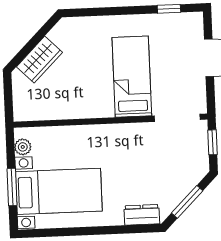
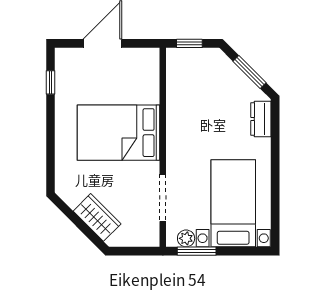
bed: (132, 77) -> (119, 133), width x1.50
doorway: (177, 118) -> (163, 198), moved
window: (12, 187) -> (197, 251), moved

